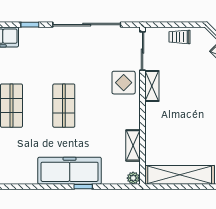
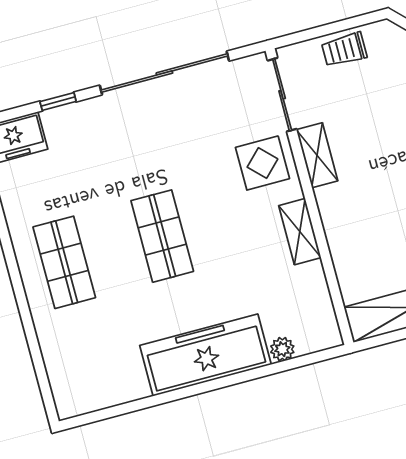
shelving: (133, 145) -> (300, 232), moved
plant: (133, 178) -> (282, 349), moved
window: (83, 187) -> (239, 378), removed

